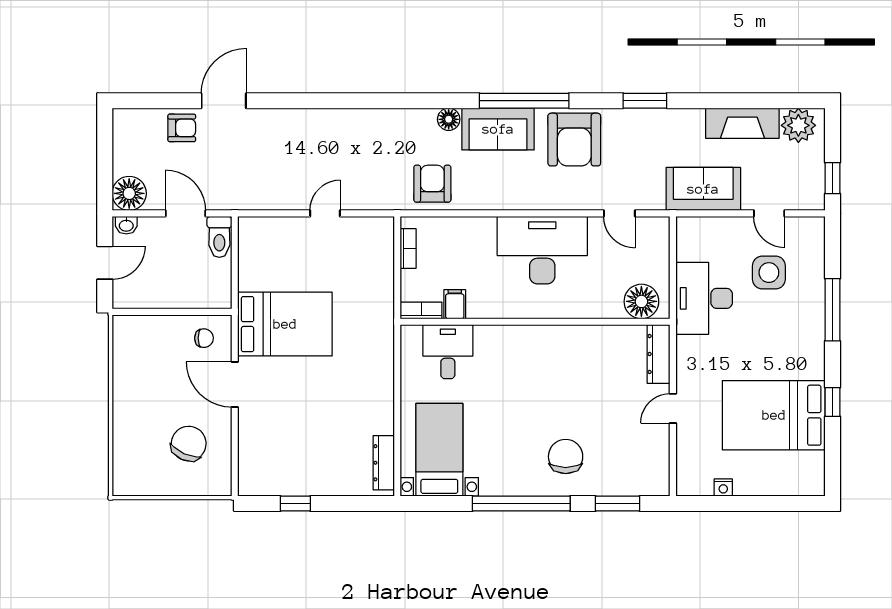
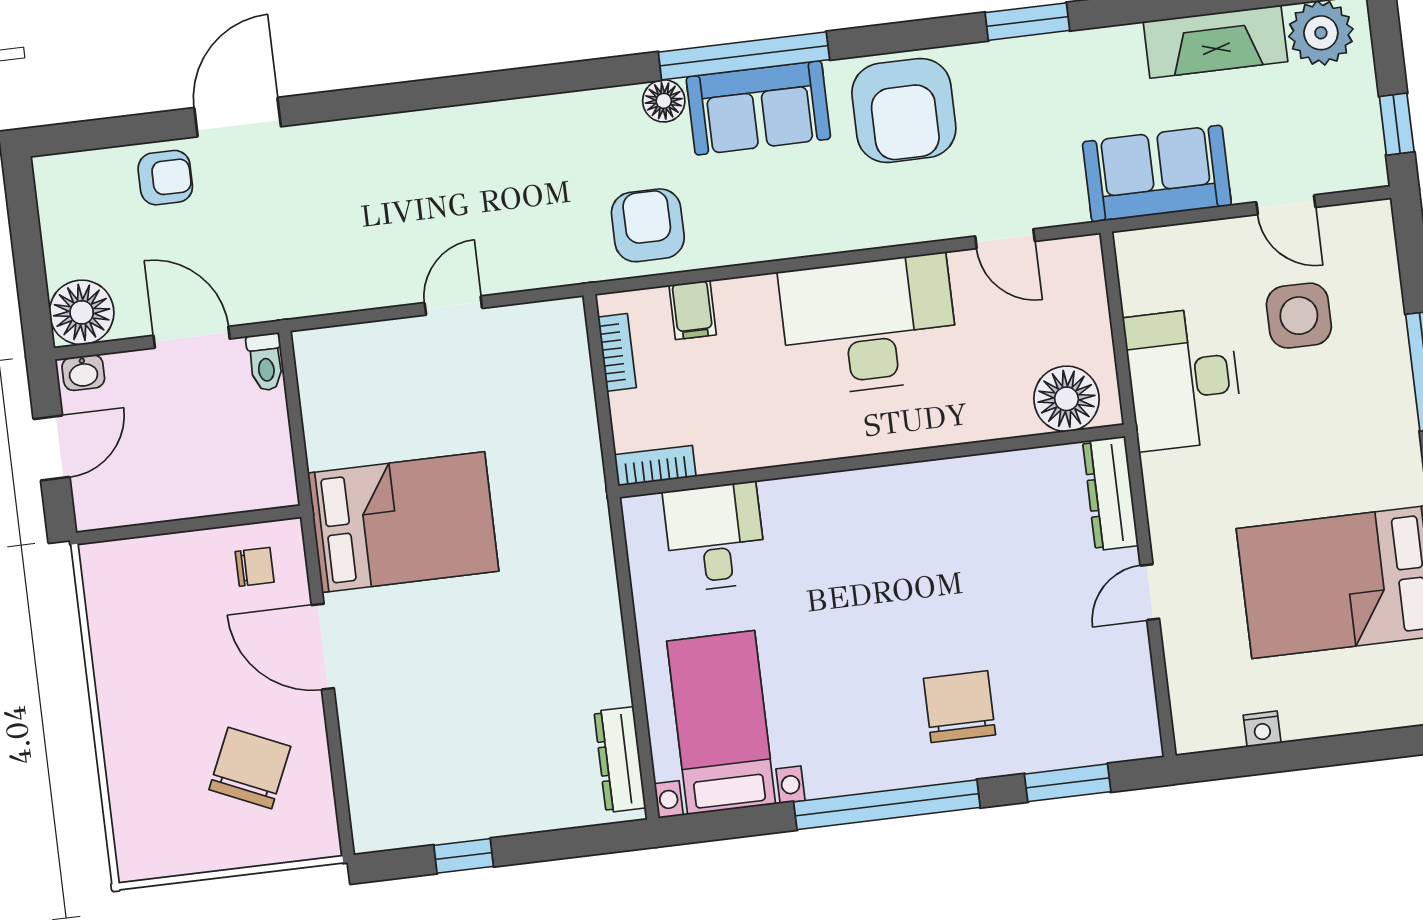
window: (524, 101) -> (744, 56), moved
toilet: (219, 237) -> (265, 362), width x0.73, depth x0.72
filing cabinet: (455, 304) -> (693, 310), moved, turned 180

